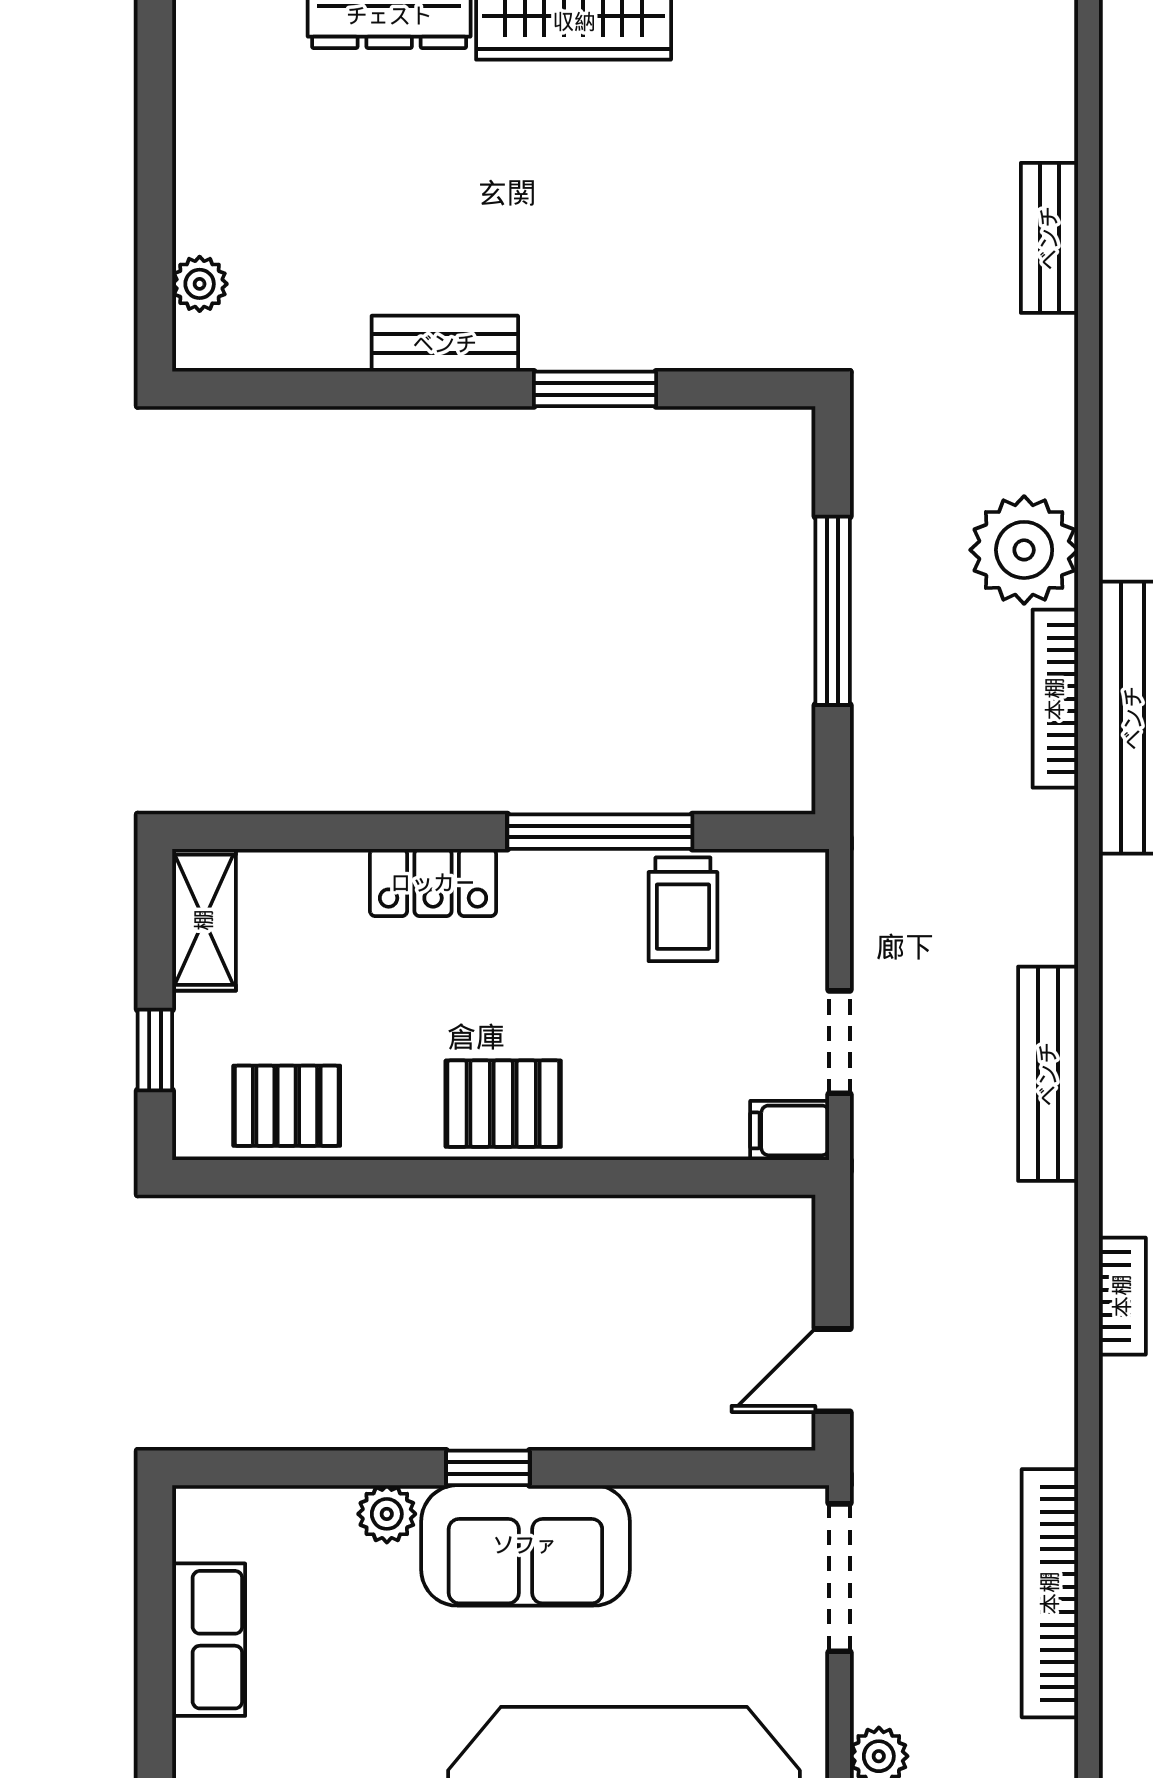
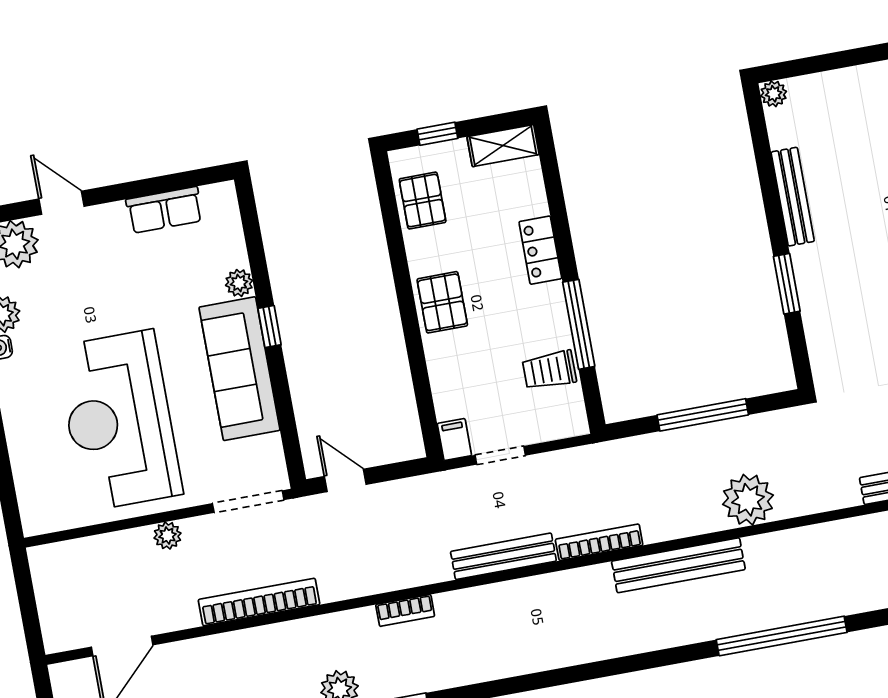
plant: (200, 284) -> (774, 94), moved
bench: (445, 344) -> (793, 197), width x1.36
bookcase: (1055, 699) -> (599, 542), moved
sofa: (525, 1545) -> (239, 369), width x1.36

